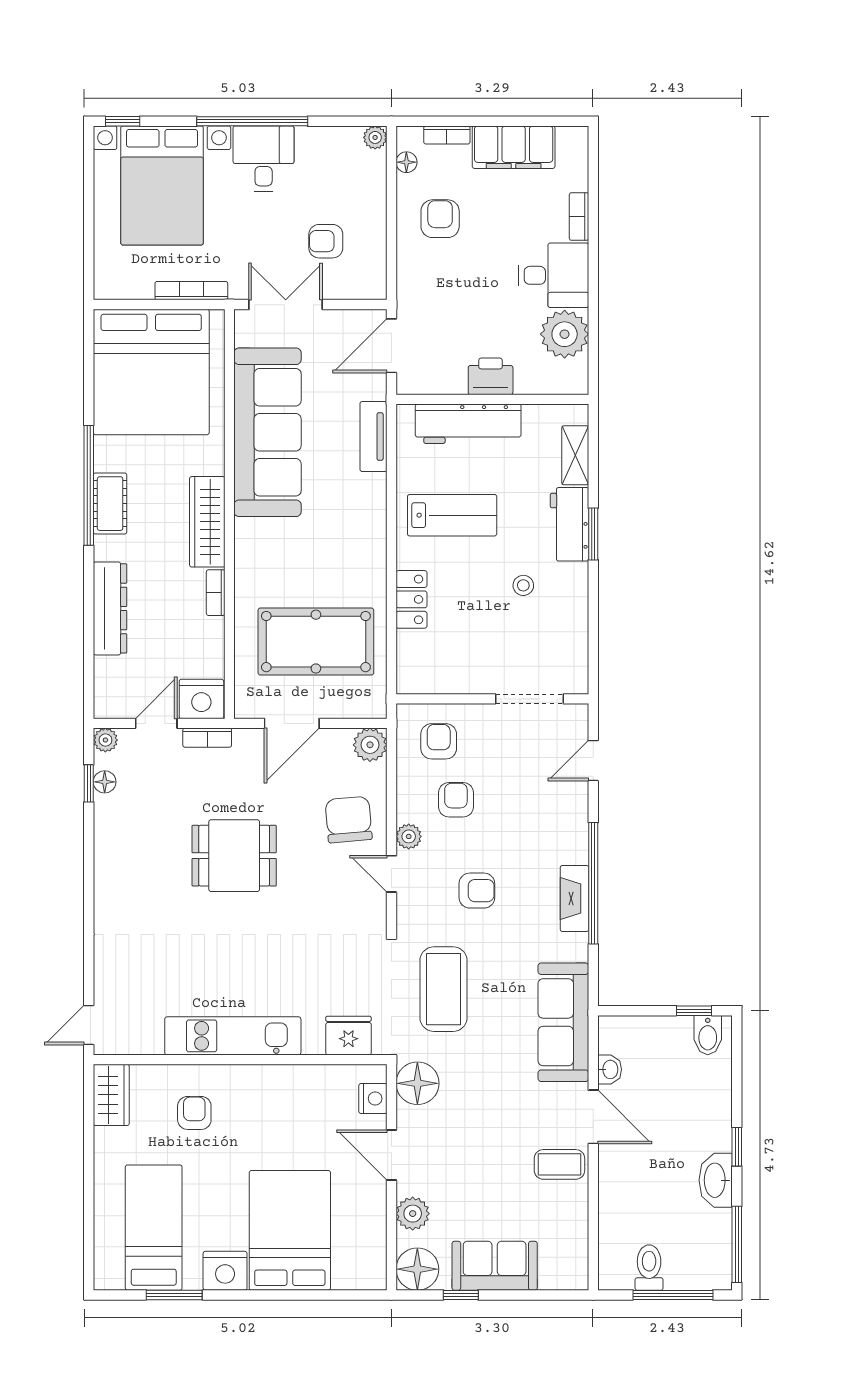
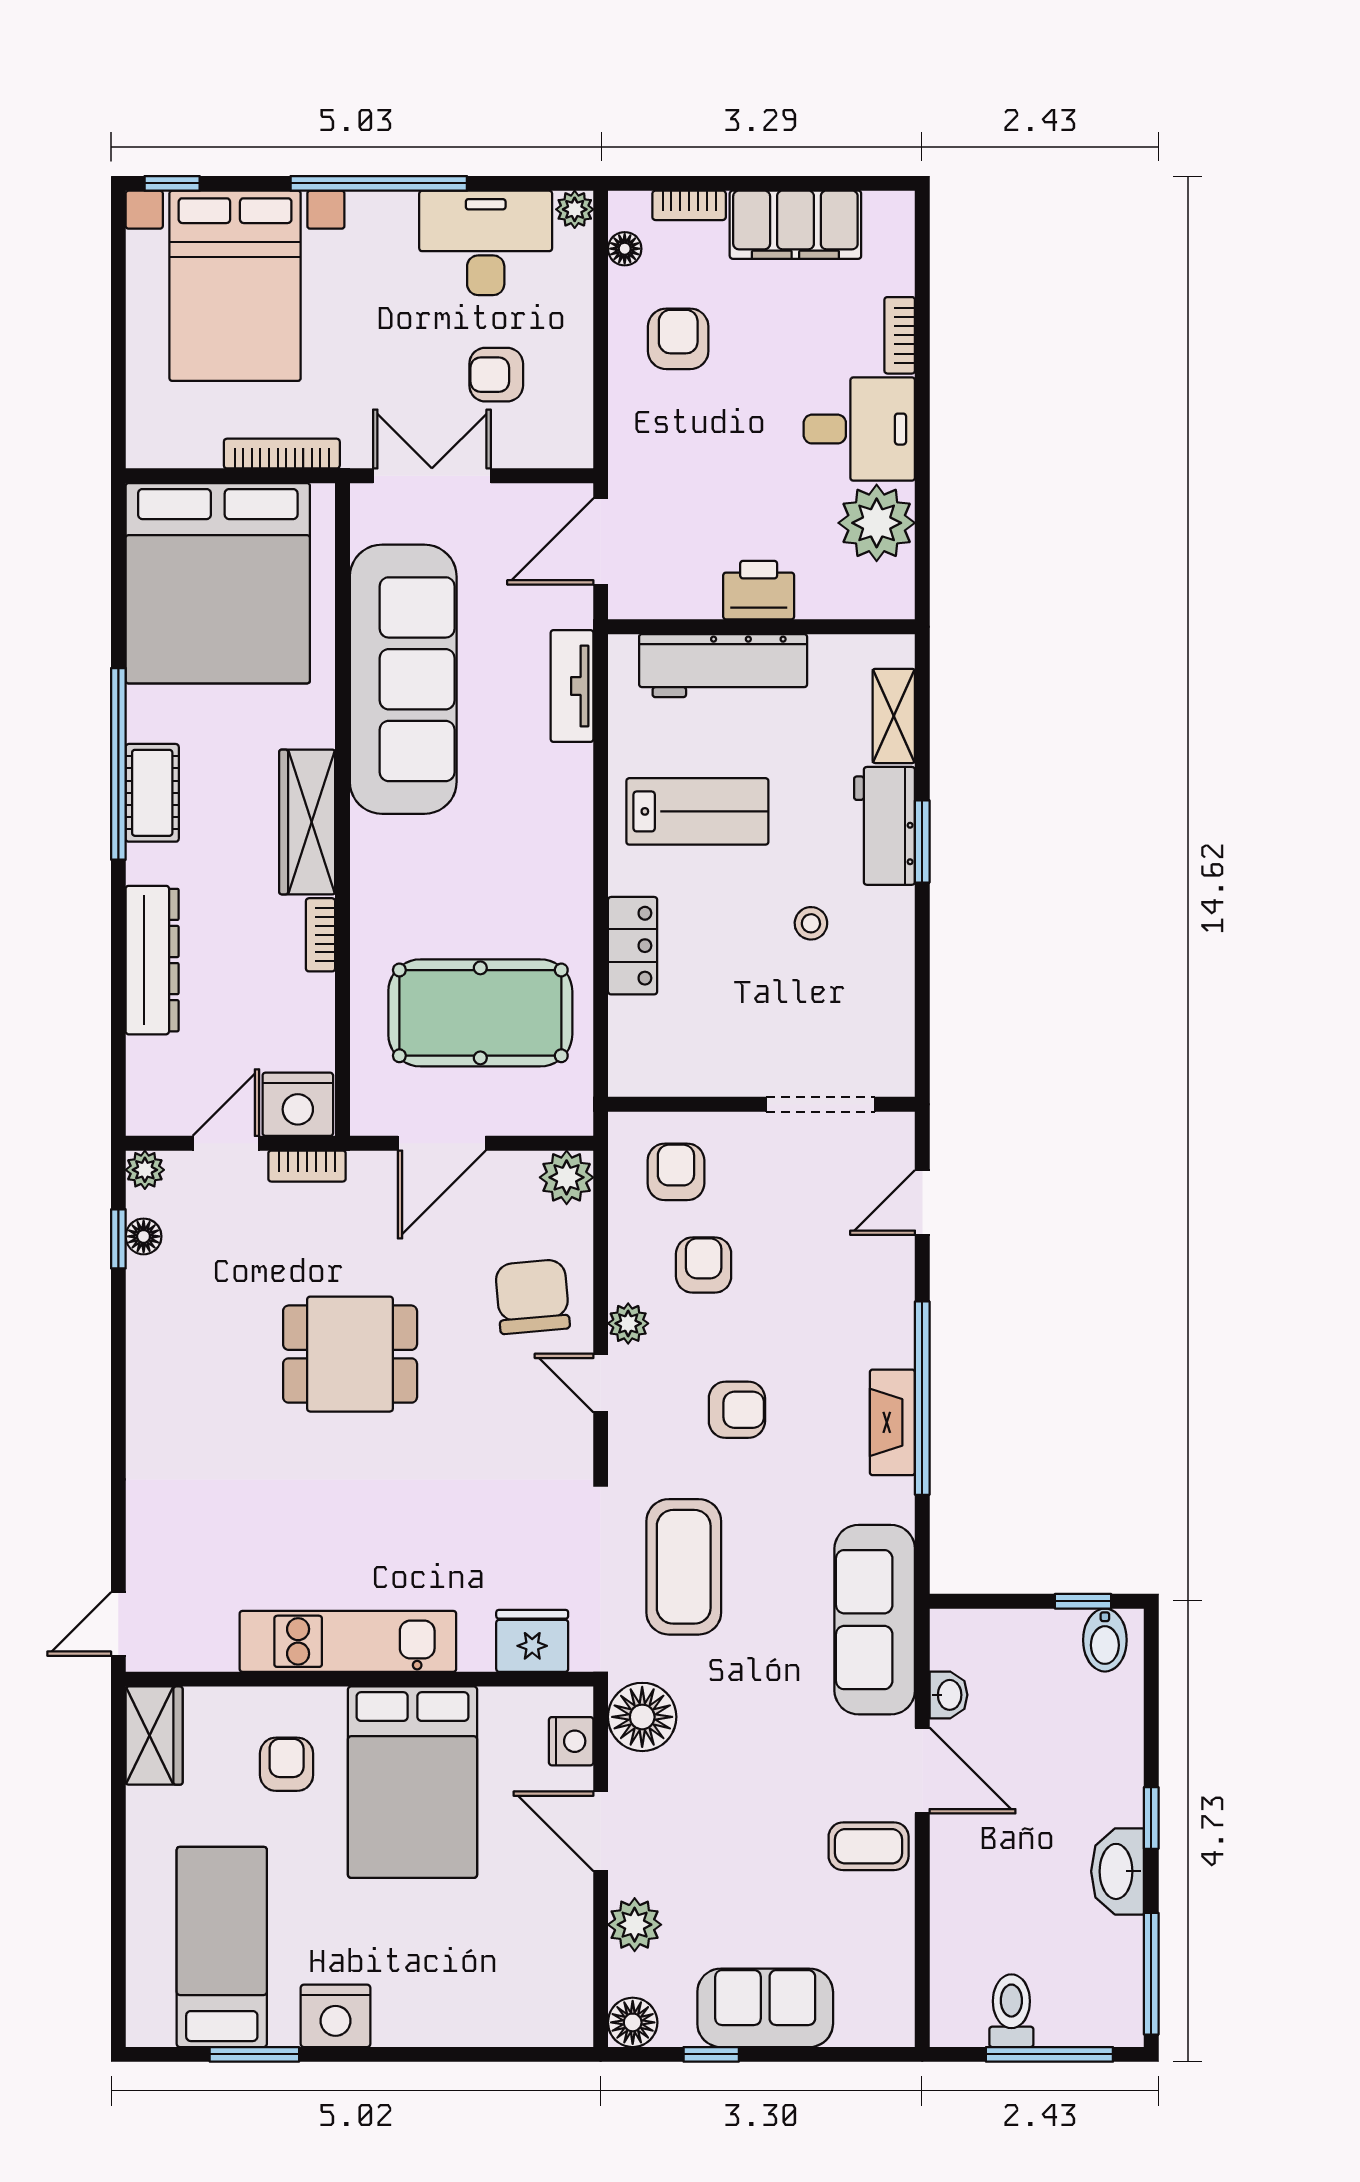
desk: (264, 159) -> (486, 243), moved, width x1.37
bed: (290, 1230) -> (413, 1782), moved, turned 180
floor lamp: (417, 1269) -> (633, 2022), width x0.73, depth x0.73

